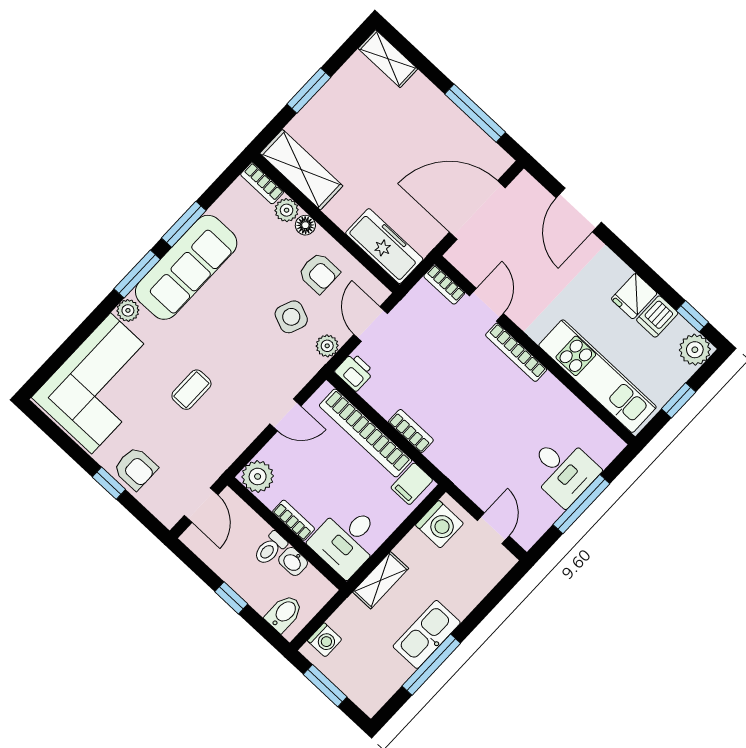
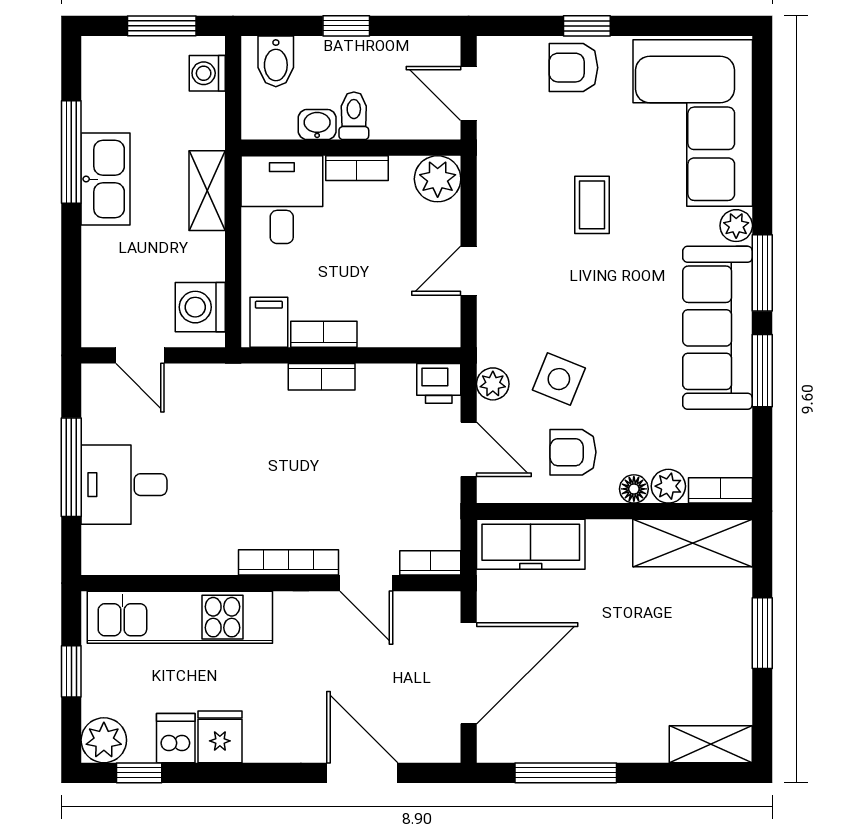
bookcase: (366, 433) -> (324, 334), width x0.43, depth x0.76

